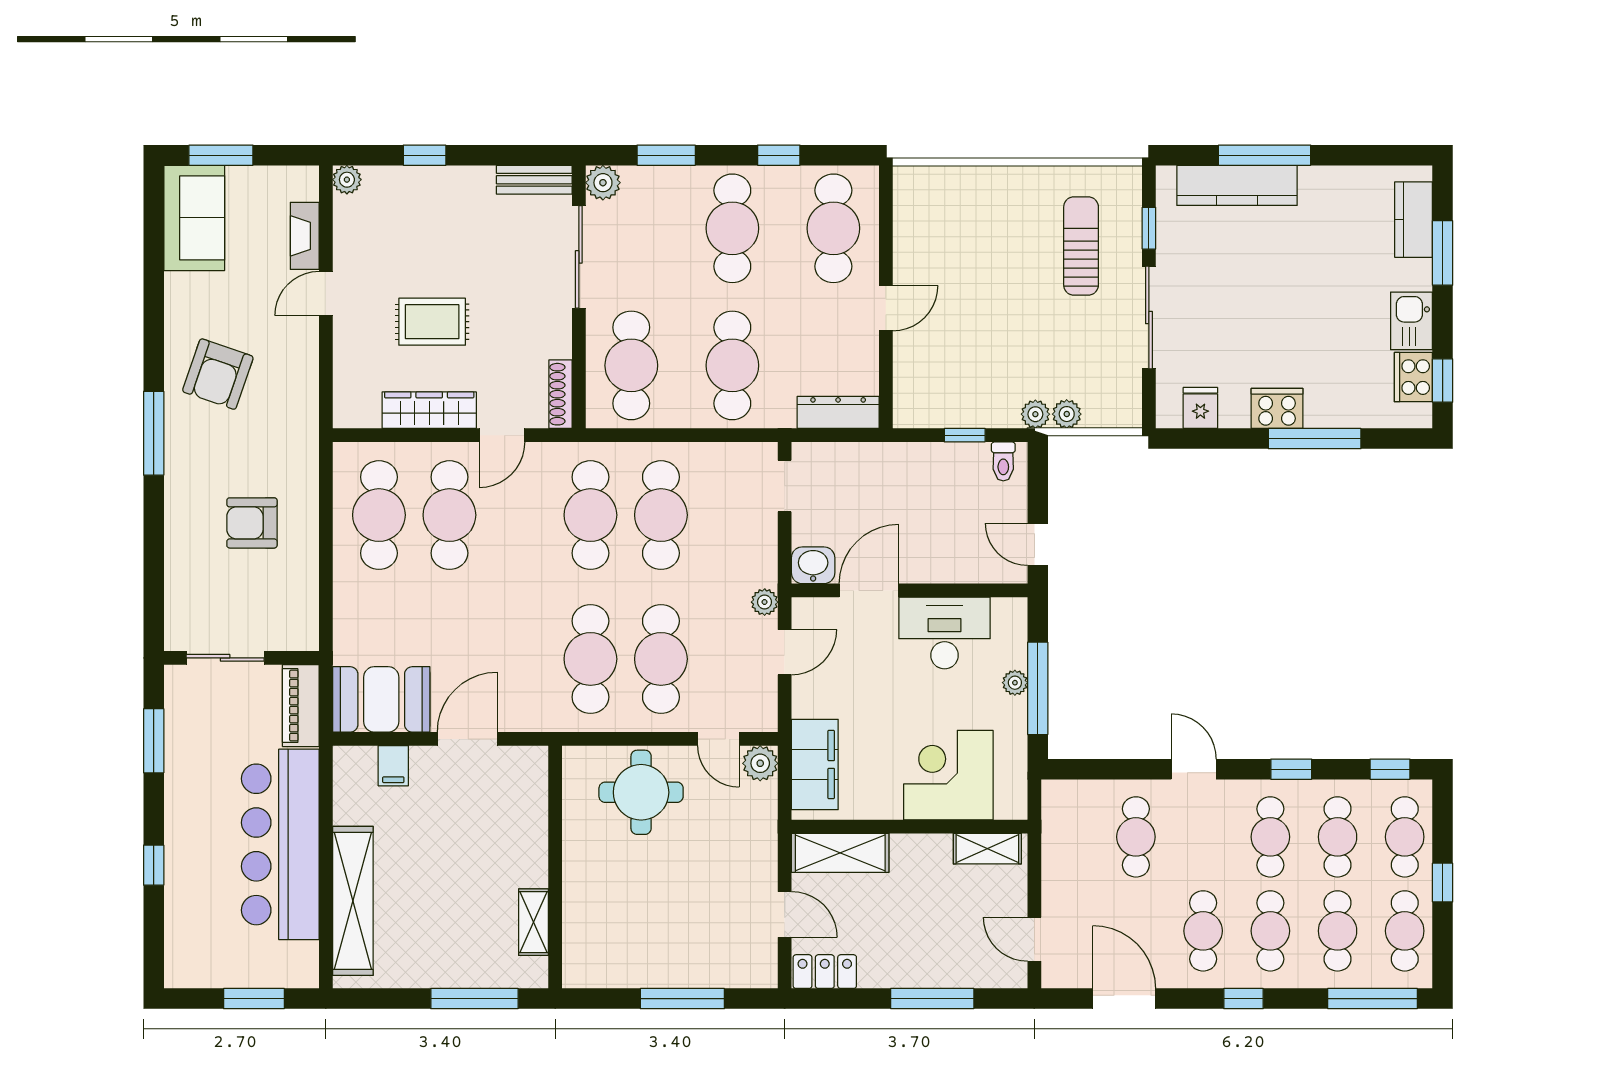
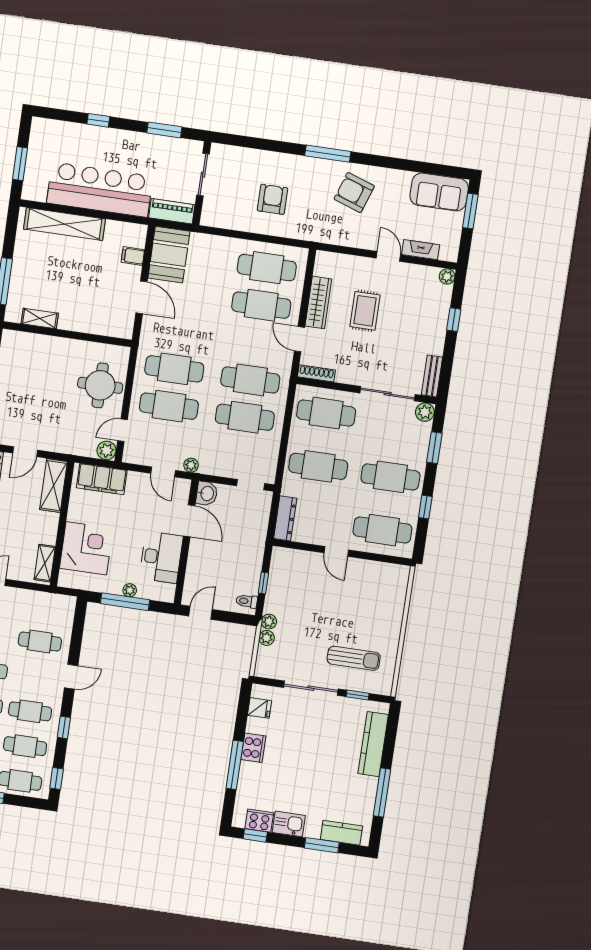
window: (1265, 155) -> (382, 793), moved

